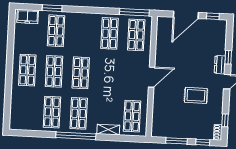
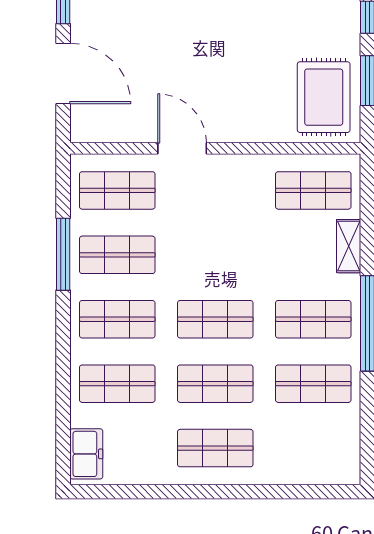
window: (52, 8) -> (63, 396), removed
window: (134, 12) -> (63, 254), moved
shop shelf: (83, 32) -> (117, 319), added
door: (152, 77) -> (182, 148), moved
rug: (196, 95) -> (324, 97), moved, width x1.36, depth x1.43

